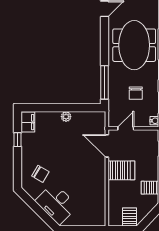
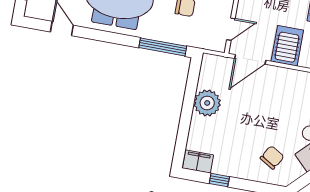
plant: (66, 117) -> (207, 103), width x1.87, depth x1.87
door: (126, 128) -> (231, 29), swing flipped

